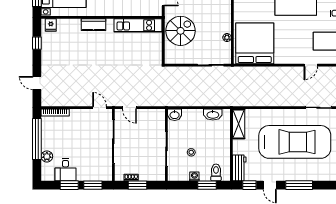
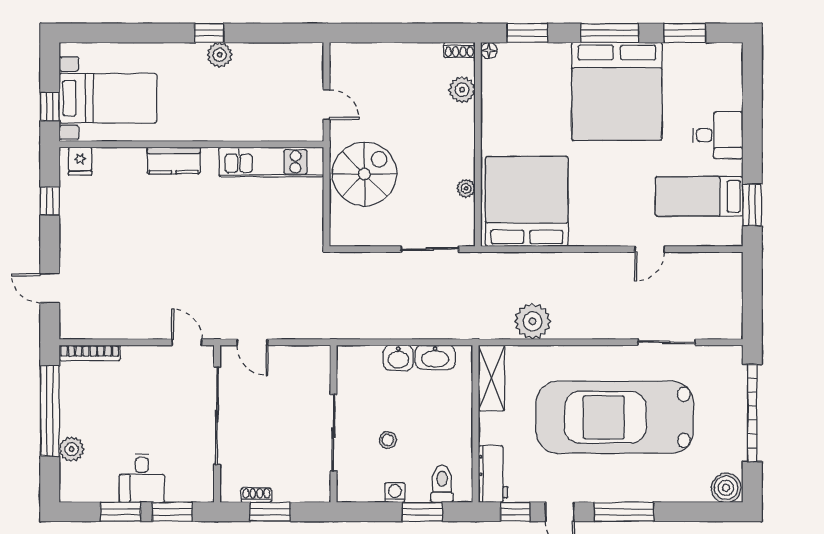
plant: (257, 98) -> (533, 321), added
washbasin: (175, 115) -> (398, 358), moved
car: (295, 142) -> (615, 417), turned 180
desk: (66, 170) -> (142, 478), moved

